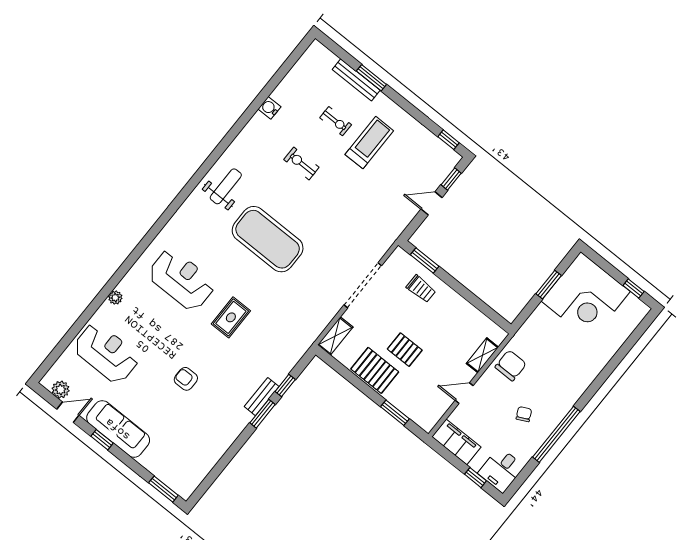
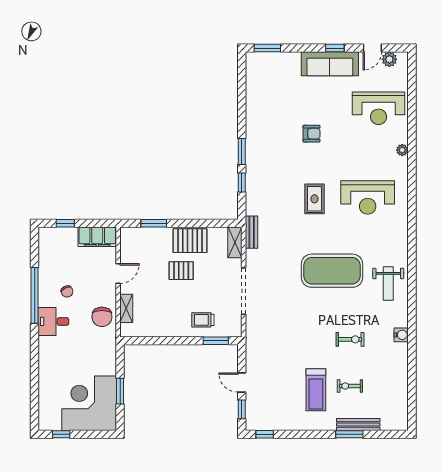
water cooler: (269, 108) -> (401, 335), moved
door: (432, 203) -> (242, 383), swing flipped
bench: (262, 397) -> (252, 232), moved
desk: (501, 470) -> (53, 321), moved, turned -90

